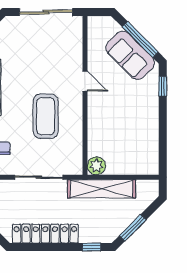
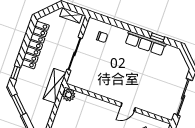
coffee table: (46, 116) -> (114, 73), removed
shelving: (102, 189) -> (55, 86), width x0.68

